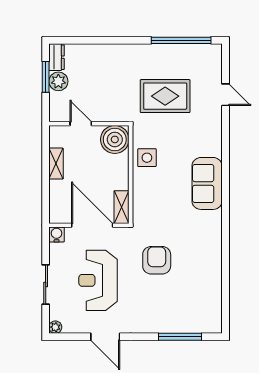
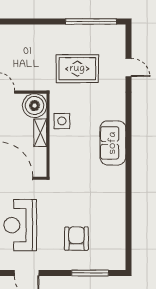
shelving: (122, 207) -> (40, 133), moved
armchair: (157, 260) -> (76, 239), moved

